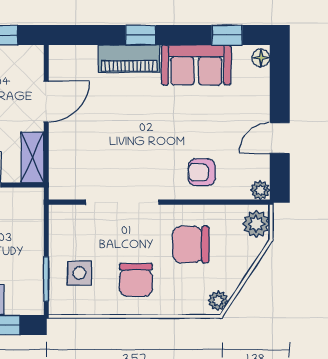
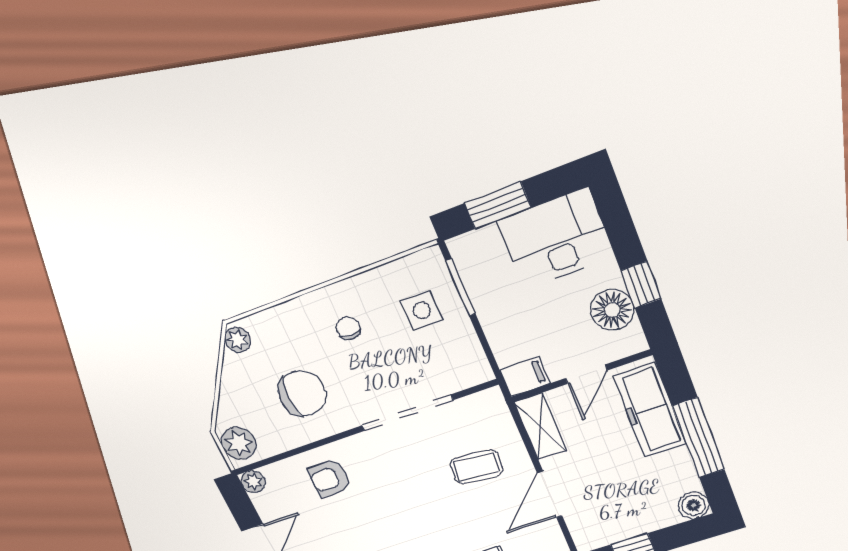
coffee table: (90, 142) -> (476, 467), added
armchair: (202, 172) -> (330, 478), turned 180
filing cabinet: (28, 199) -> (525, 376), added
chair: (136, 280) -> (348, 328), width x0.54, depth x0.54

